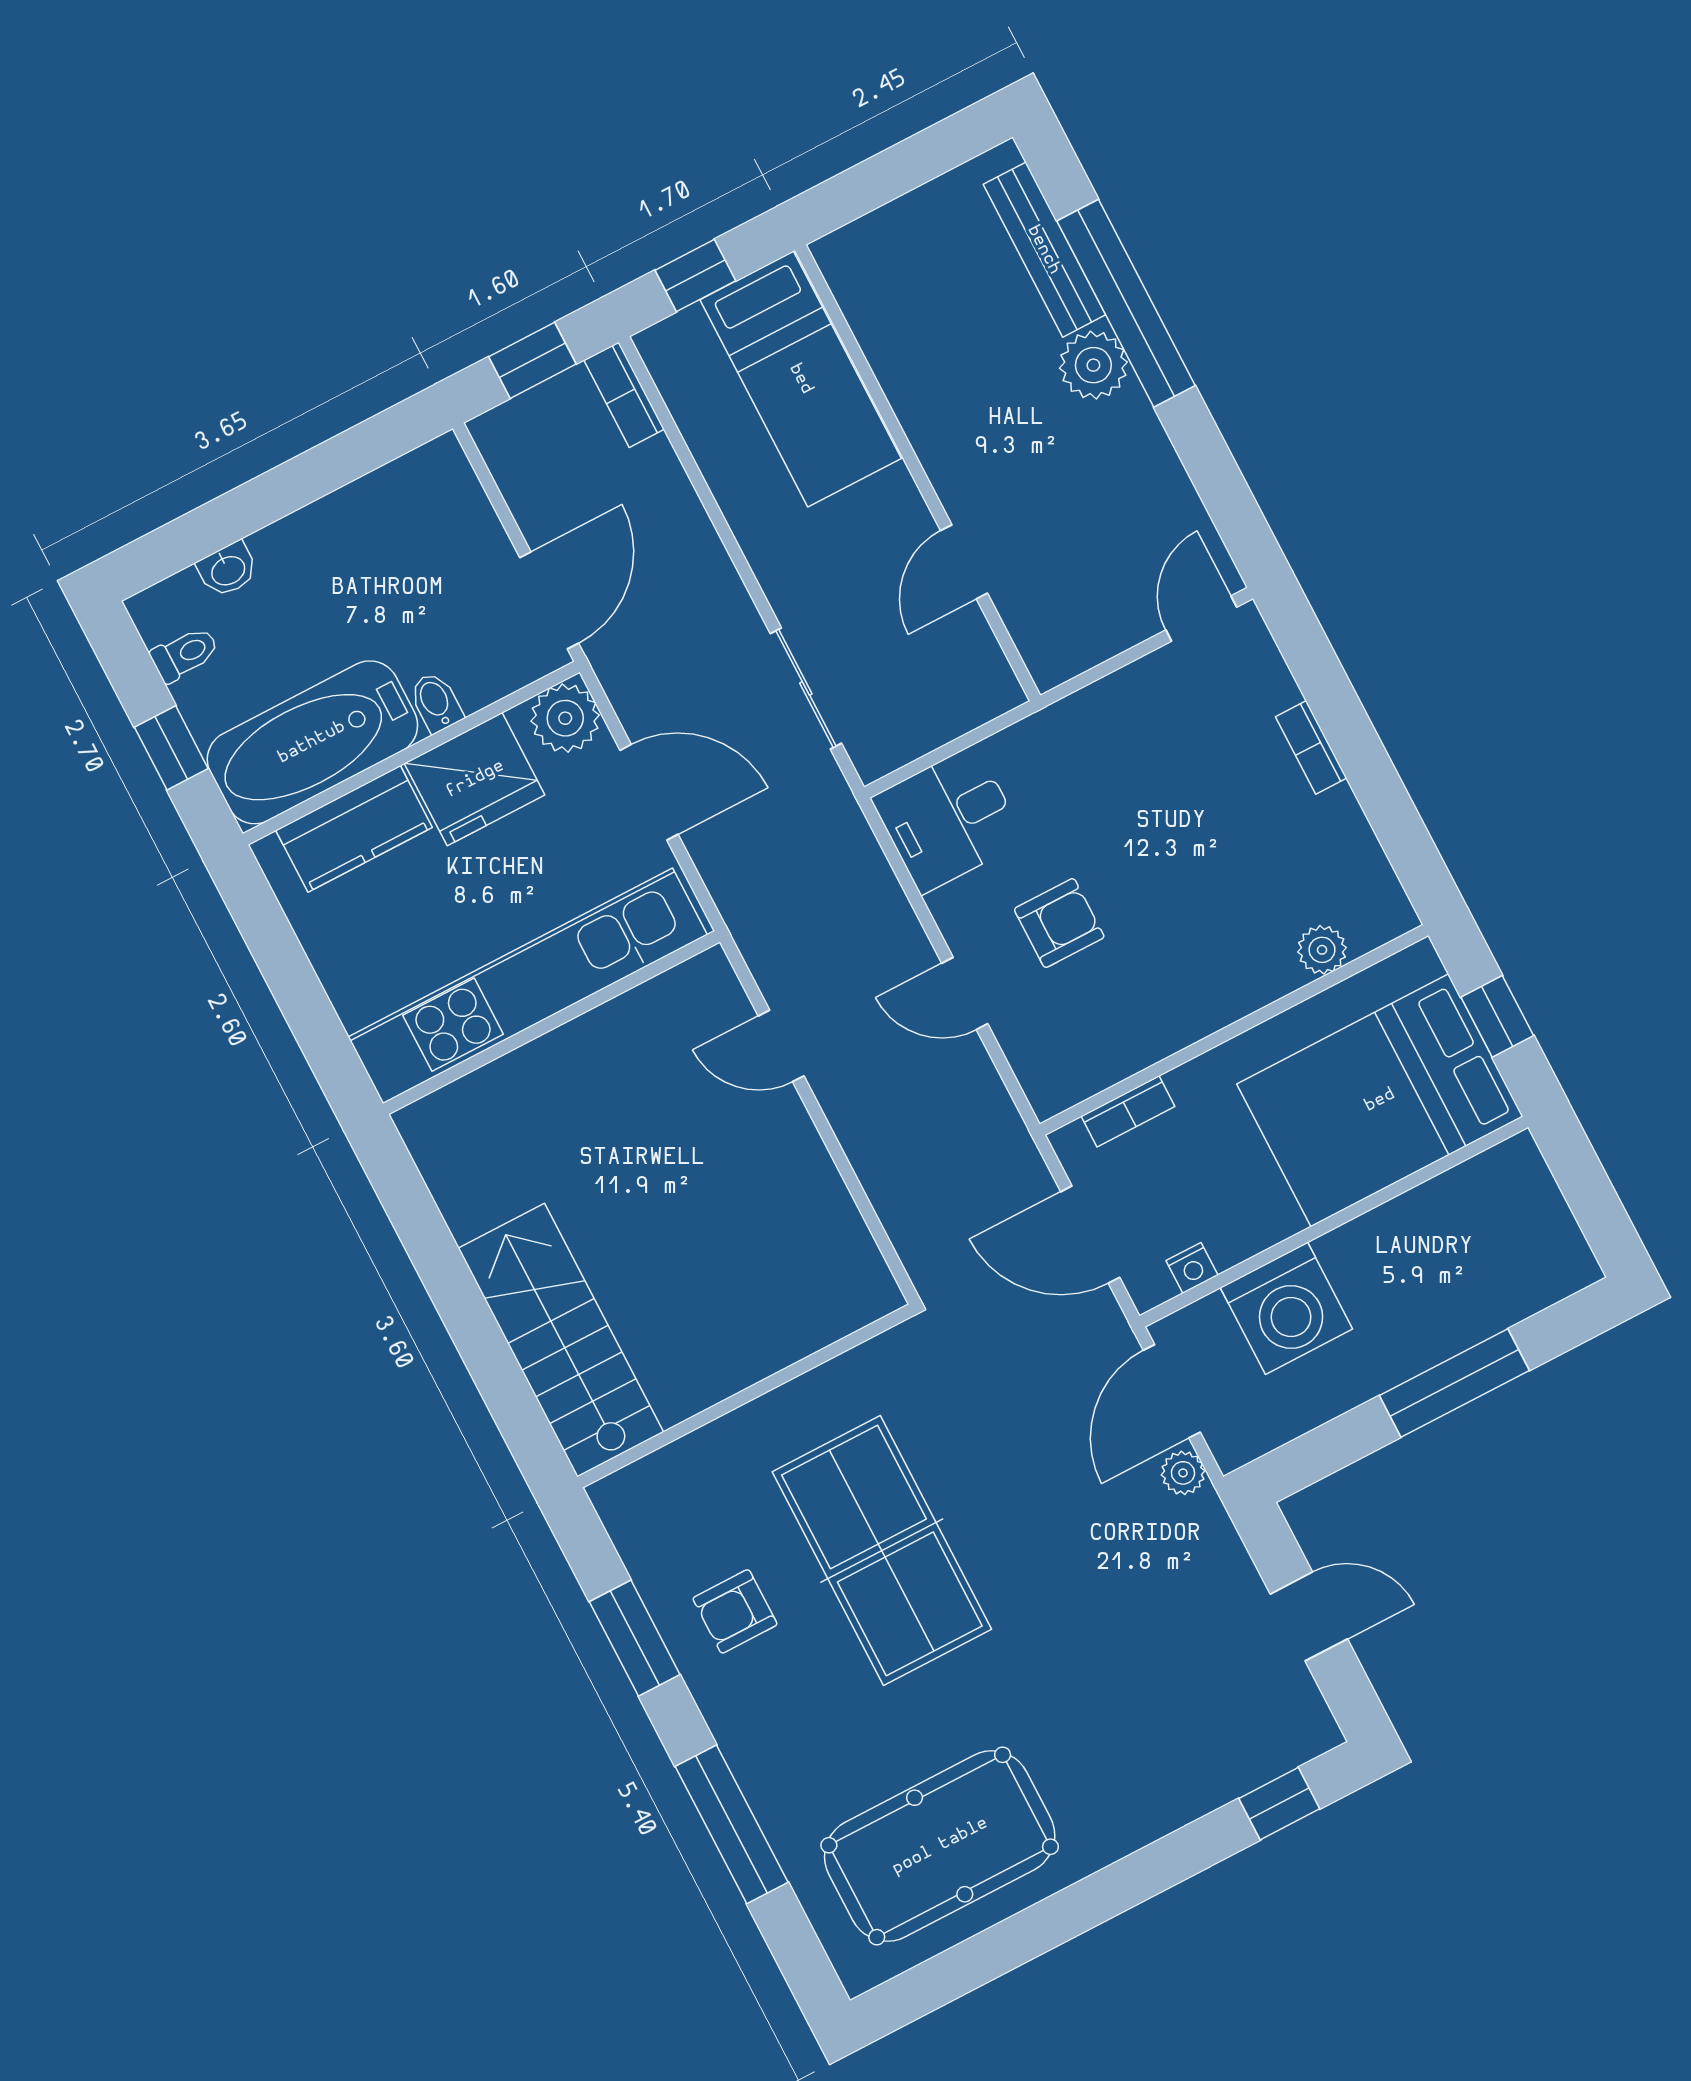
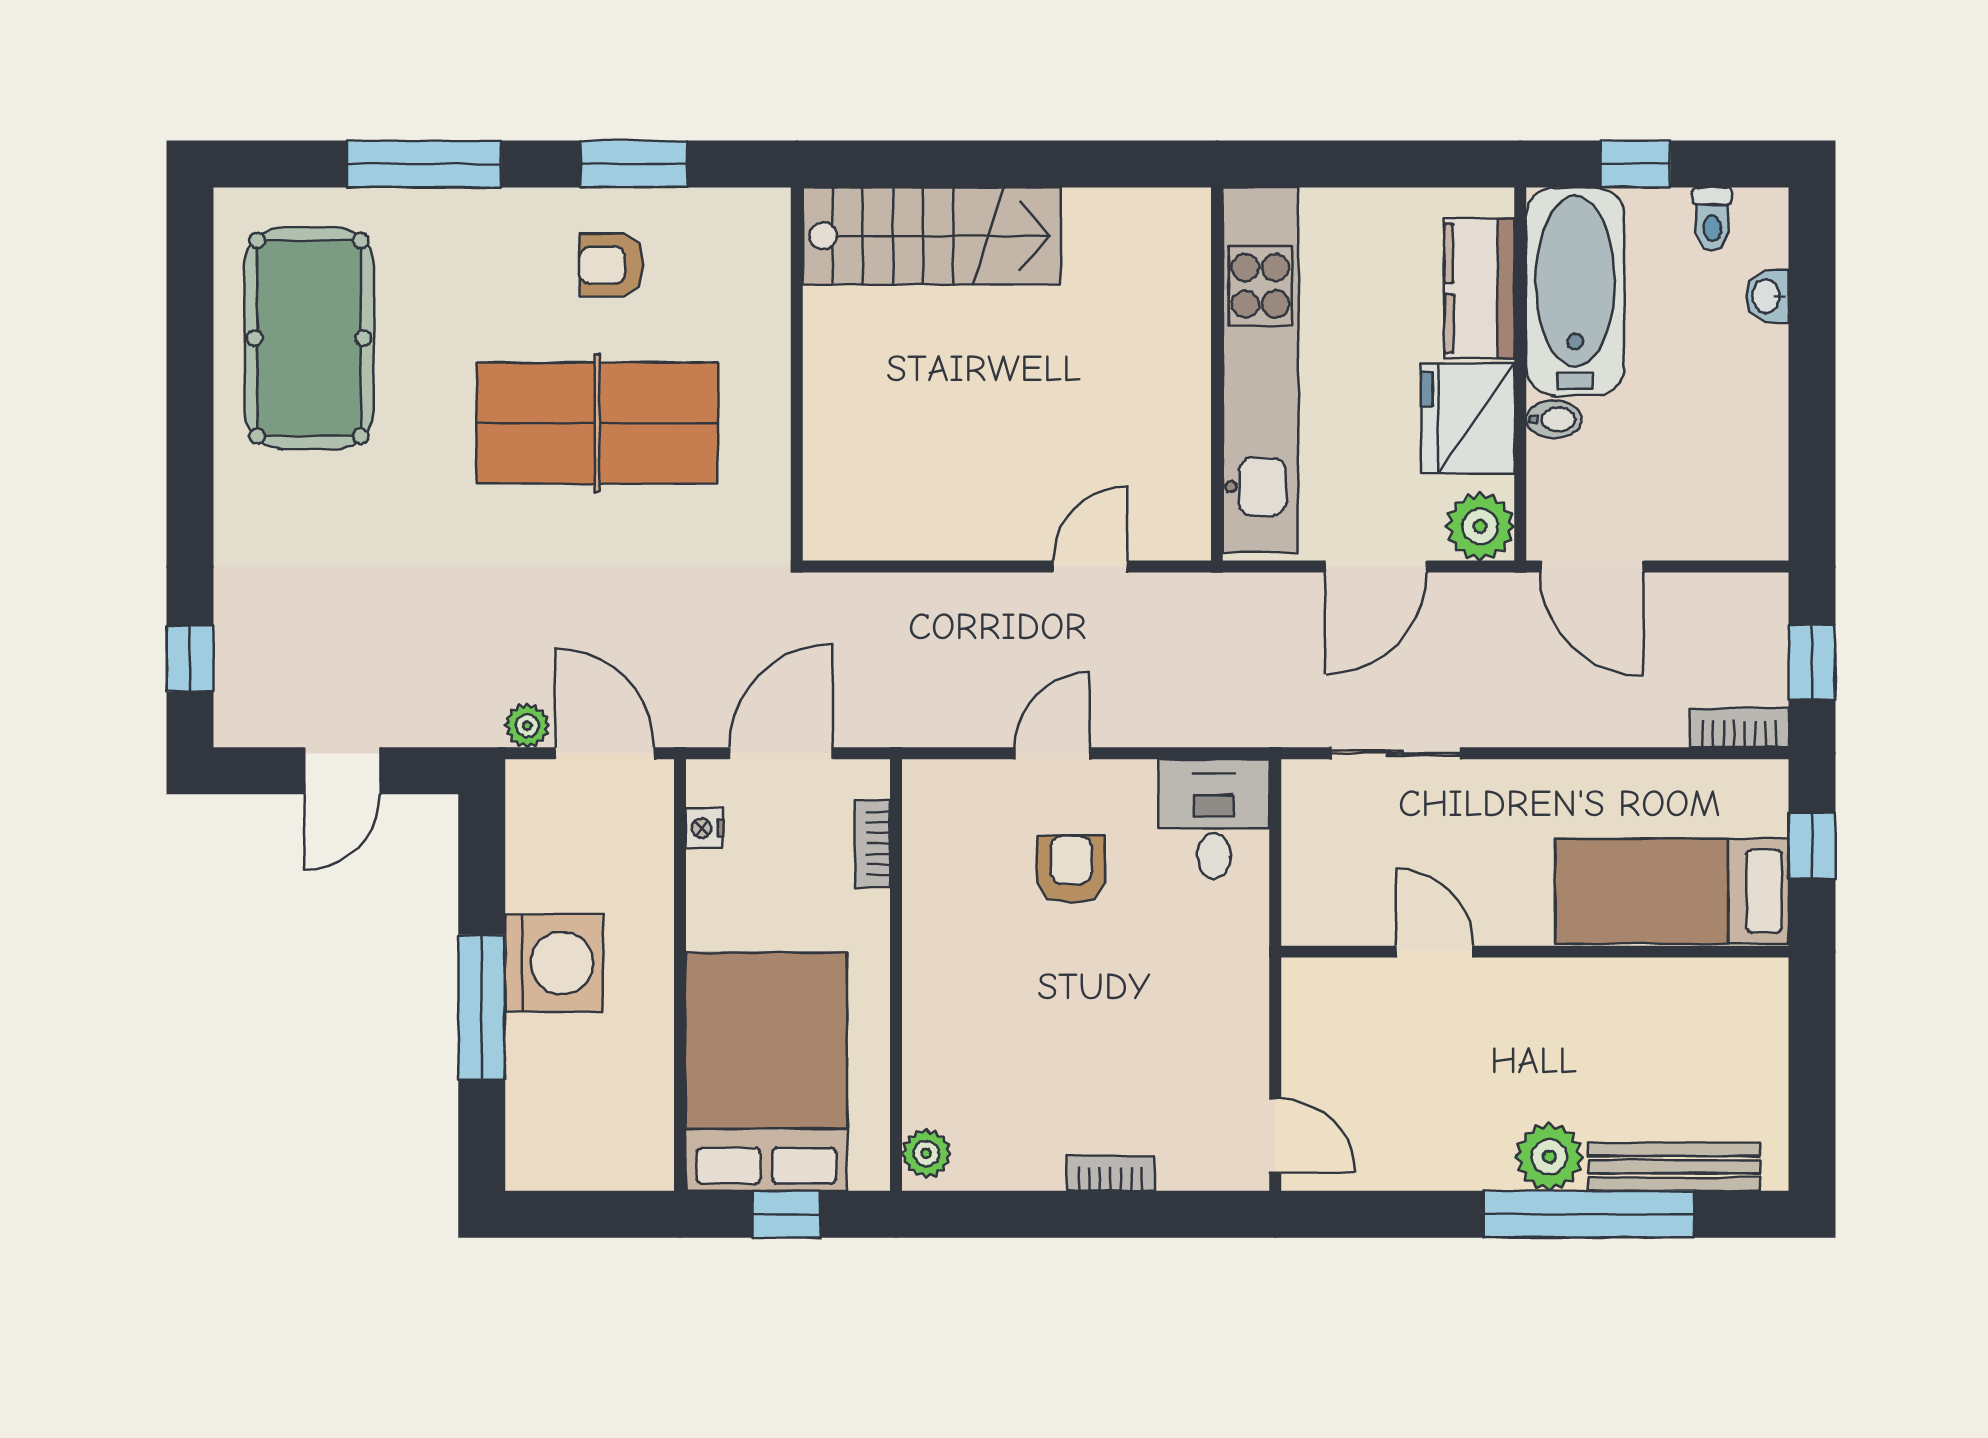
armchair: (1059, 923) -> (1071, 869), turned 180
plant: (1322, 950) -> (926, 1153), moved
washing machine: (1286, 1308) -> (554, 963), moved, turned 180
armchair: (735, 1611) -> (611, 265), turned -90

